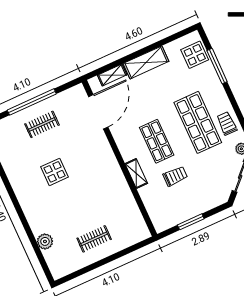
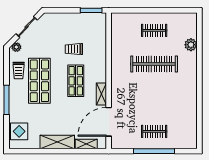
window: (217, 66) -> (7, 100), moved
display table: (55, 172) -> (161, 92), removed
shelving: (136, 173) -> (101, 94), moved
clothes rail: (77, 201) -> (154, 64), added
window: (191, 222) -> (91, 10), moved

